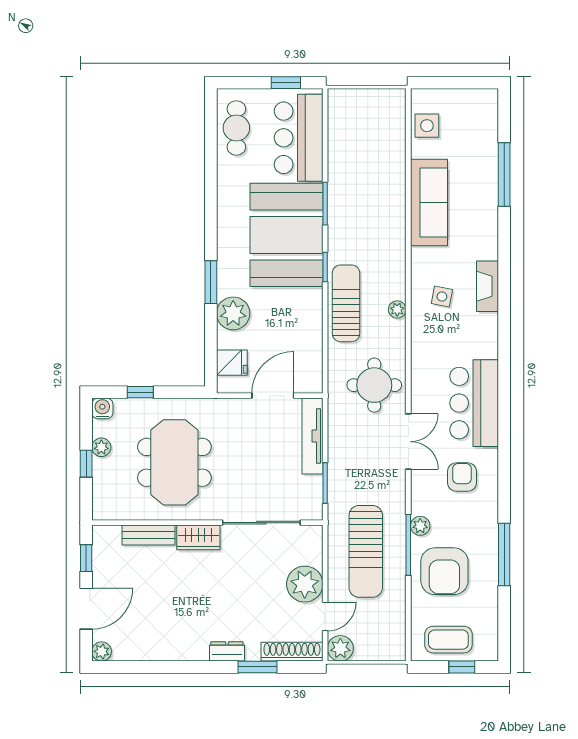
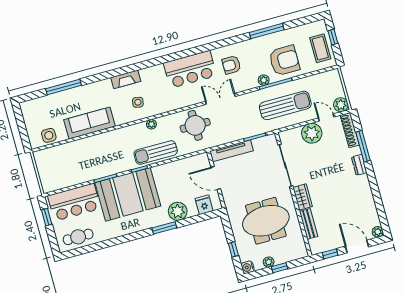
window: (258, 667) -> (363, 146), width x1.44

